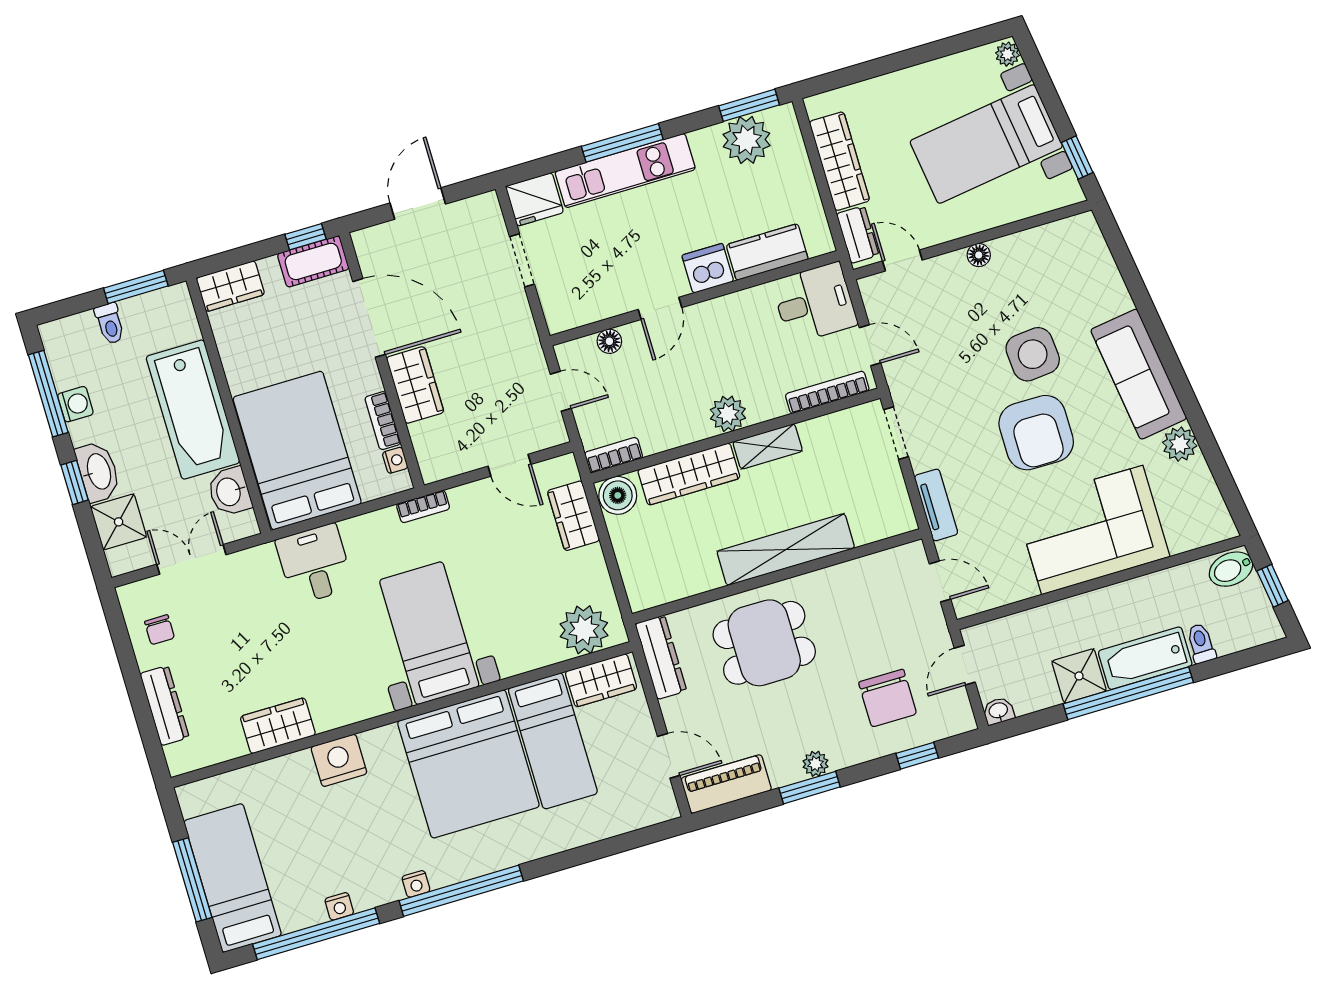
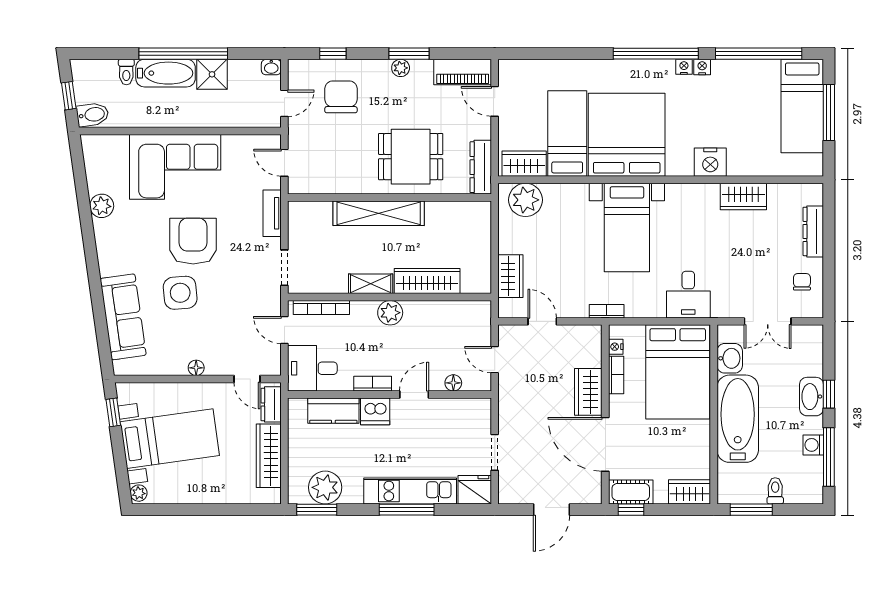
sofa: (1139, 374) -> (123, 317), moved
bookcase: (614, 455) -> (373, 384), moved, turned 180
boiler: (618, 495) -> (478, 281), removed
shower: (119, 522) -> (808, 360), removed
nightstand: (339, 906) -> (702, 67), moved

